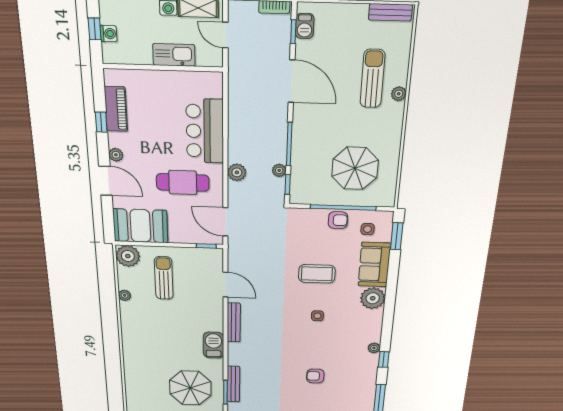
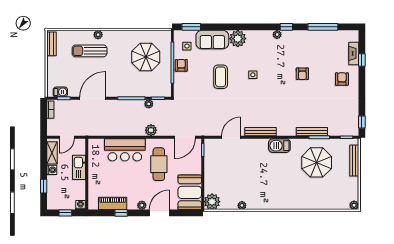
washing machine: (108, 34) -> (81, 205), moved
sun lounger: (164, 278) -> (228, 178), removed

